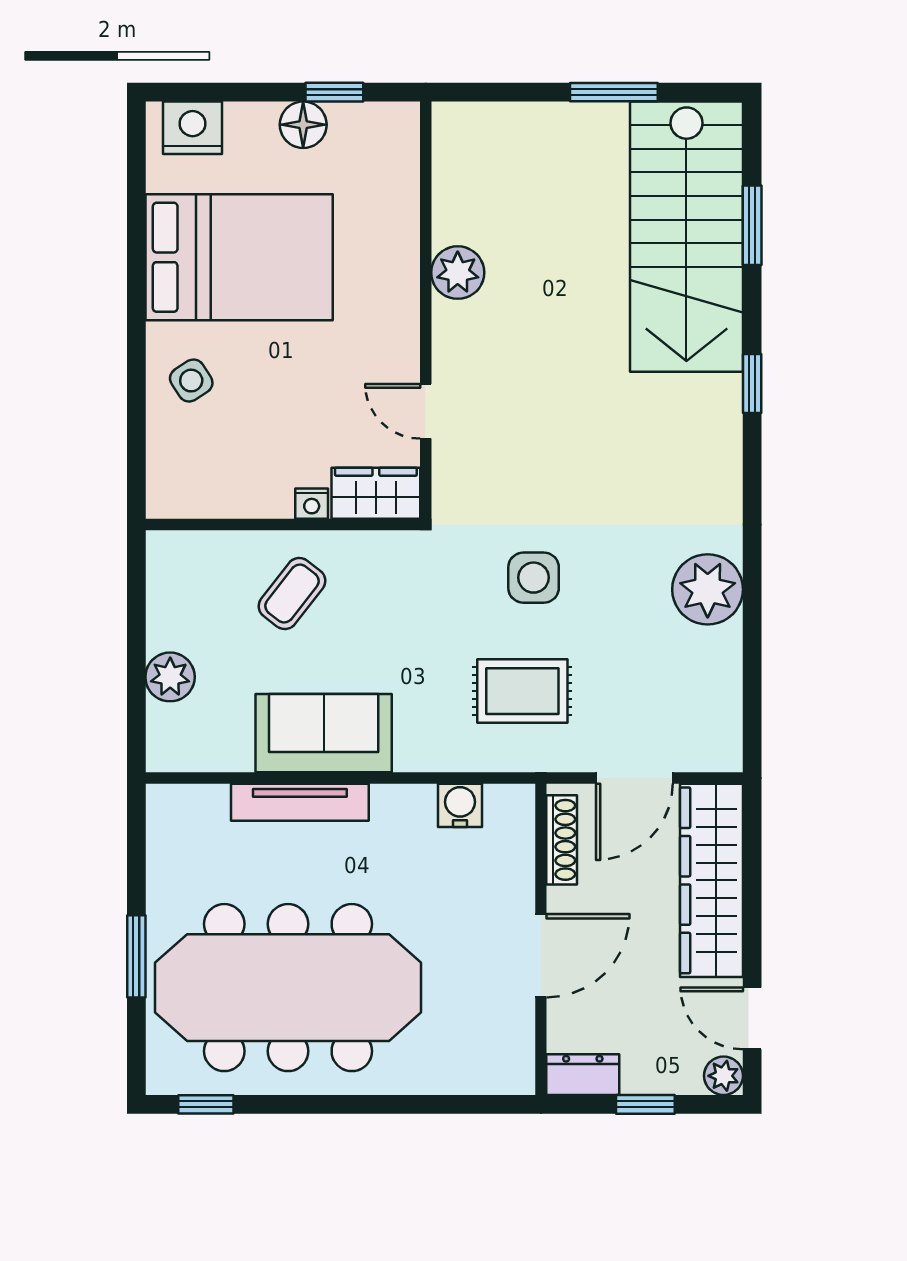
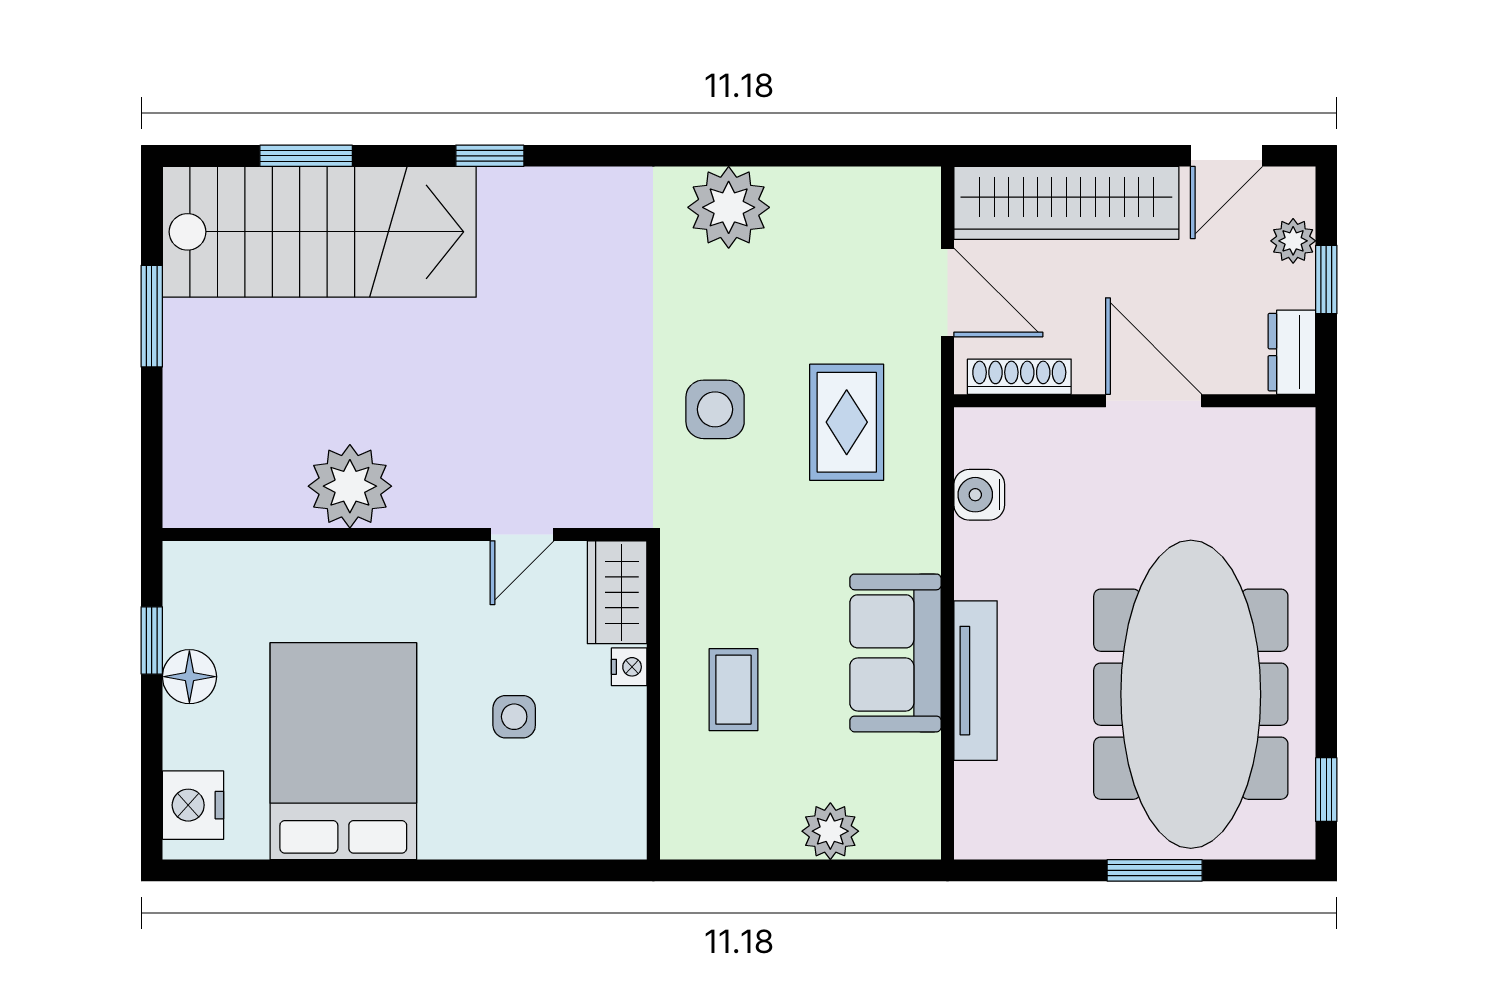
plant: (458, 273) -> (350, 486), width x1.36, depth x1.36
side table: (191, 381) -> (514, 717), moved, turned 33
coffee table: (292, 594) -> (733, 690), turned 52
plant: (723, 1076) -> (1293, 241), moved

